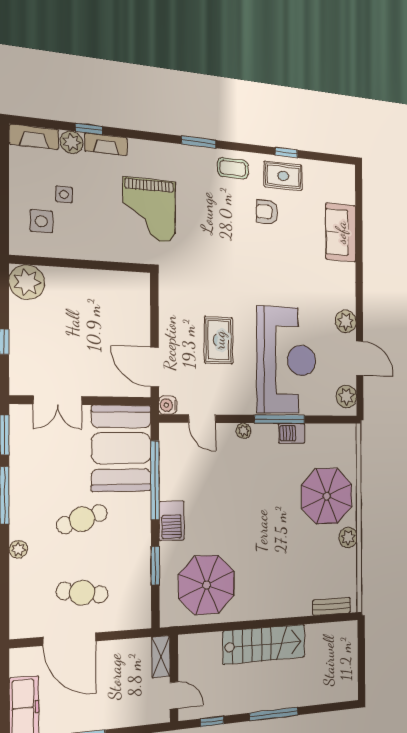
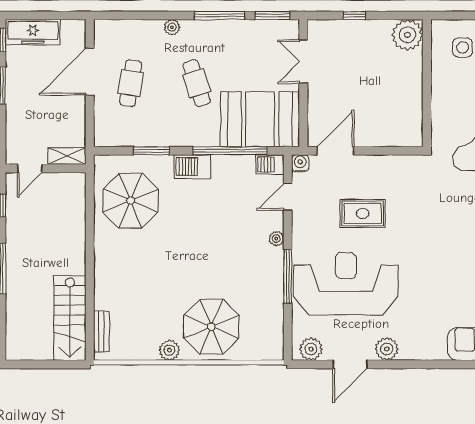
reception desk: (286, 360) -> (346, 284), turned 180
barbecue: (292, 433) -> (270, 164), moved, turned -90
stairs: (264, 644) -> (70, 318), moved

